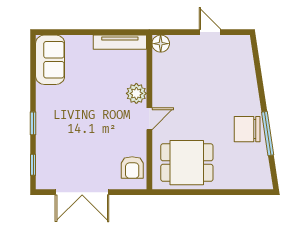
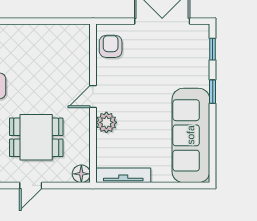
door: (210, 32) -> (31, 185), hinge flipped
sofa: (50, 60) -> (191, 135), width x1.85, depth x1.27
dining table: (187, 163) -> (36, 137), moved

